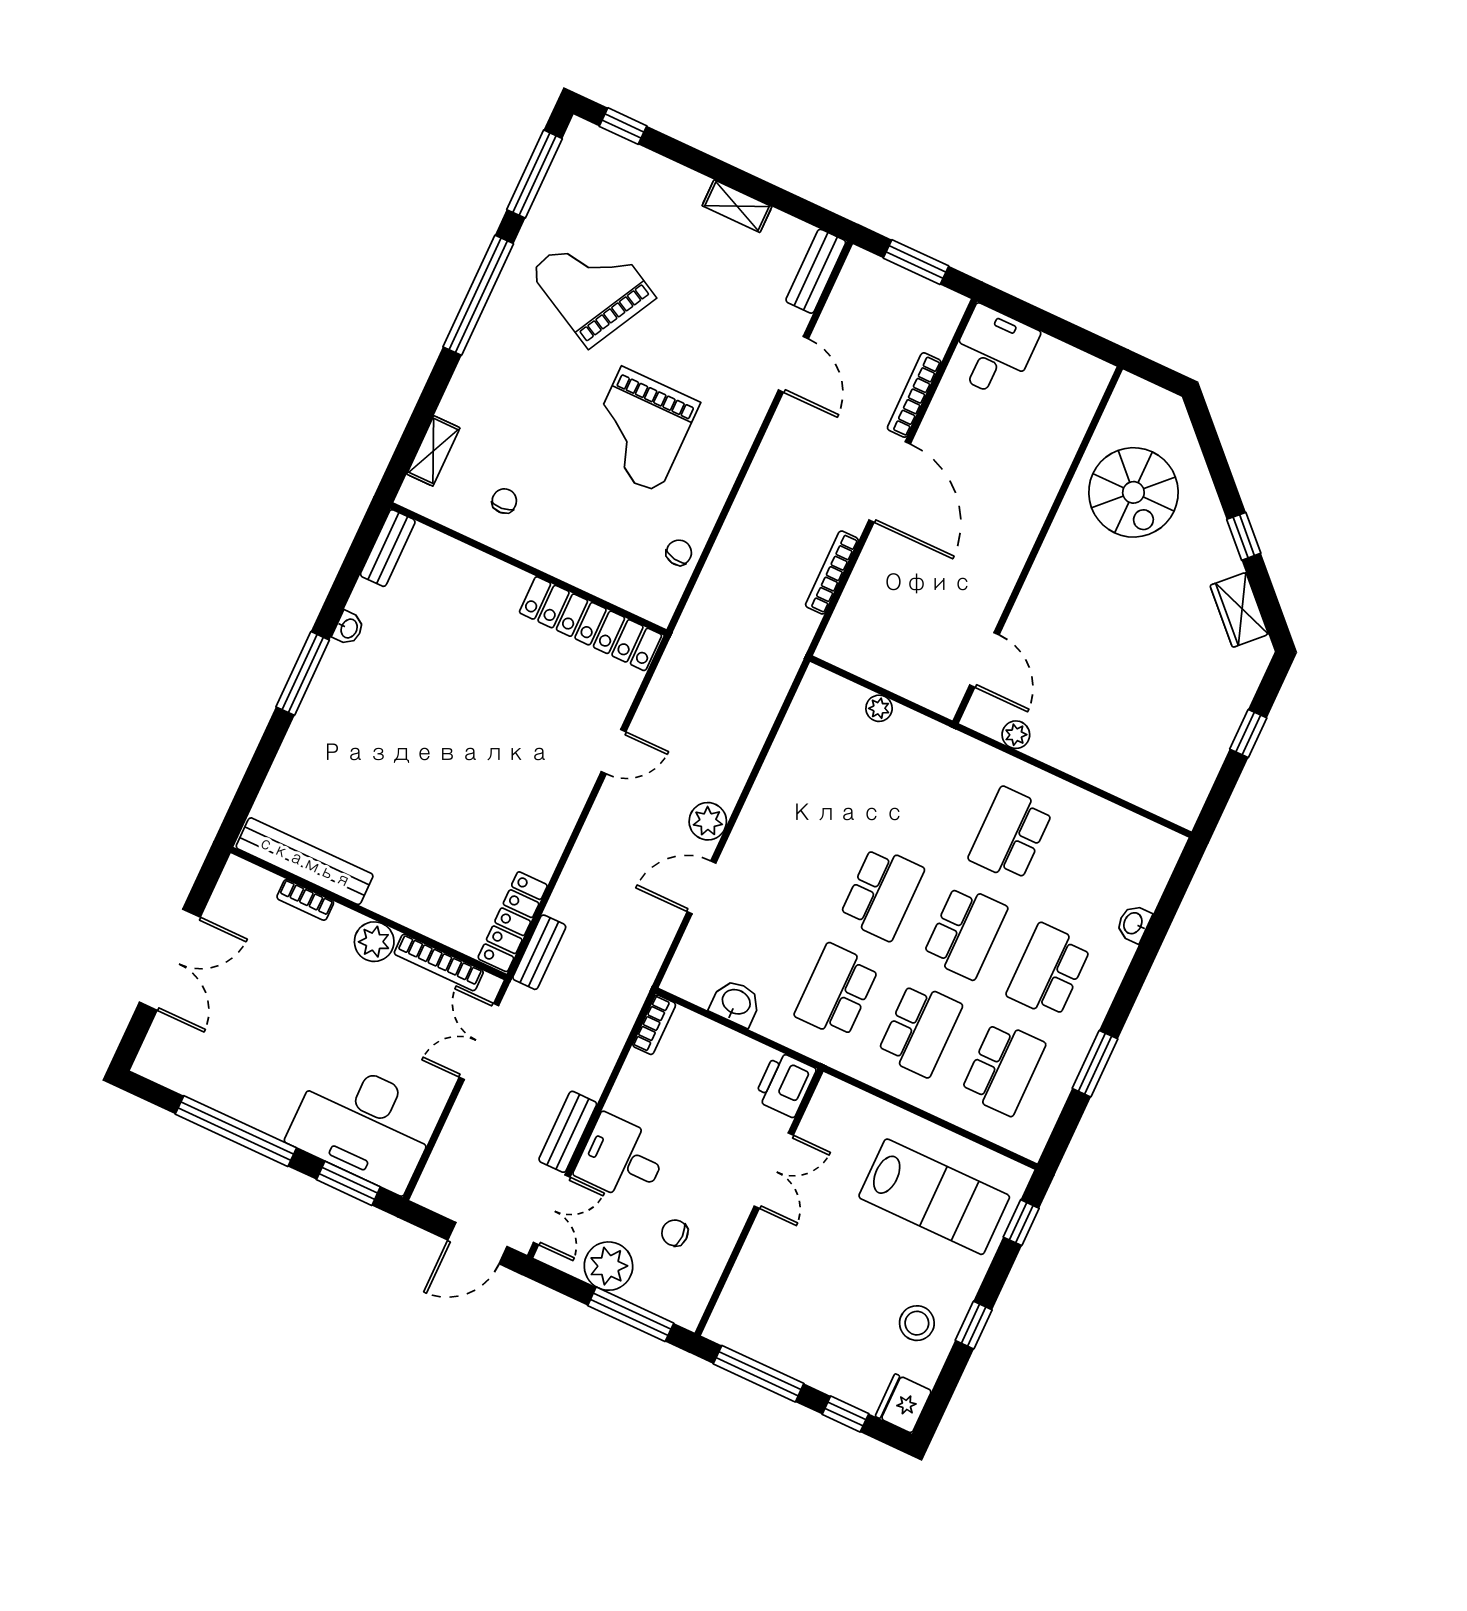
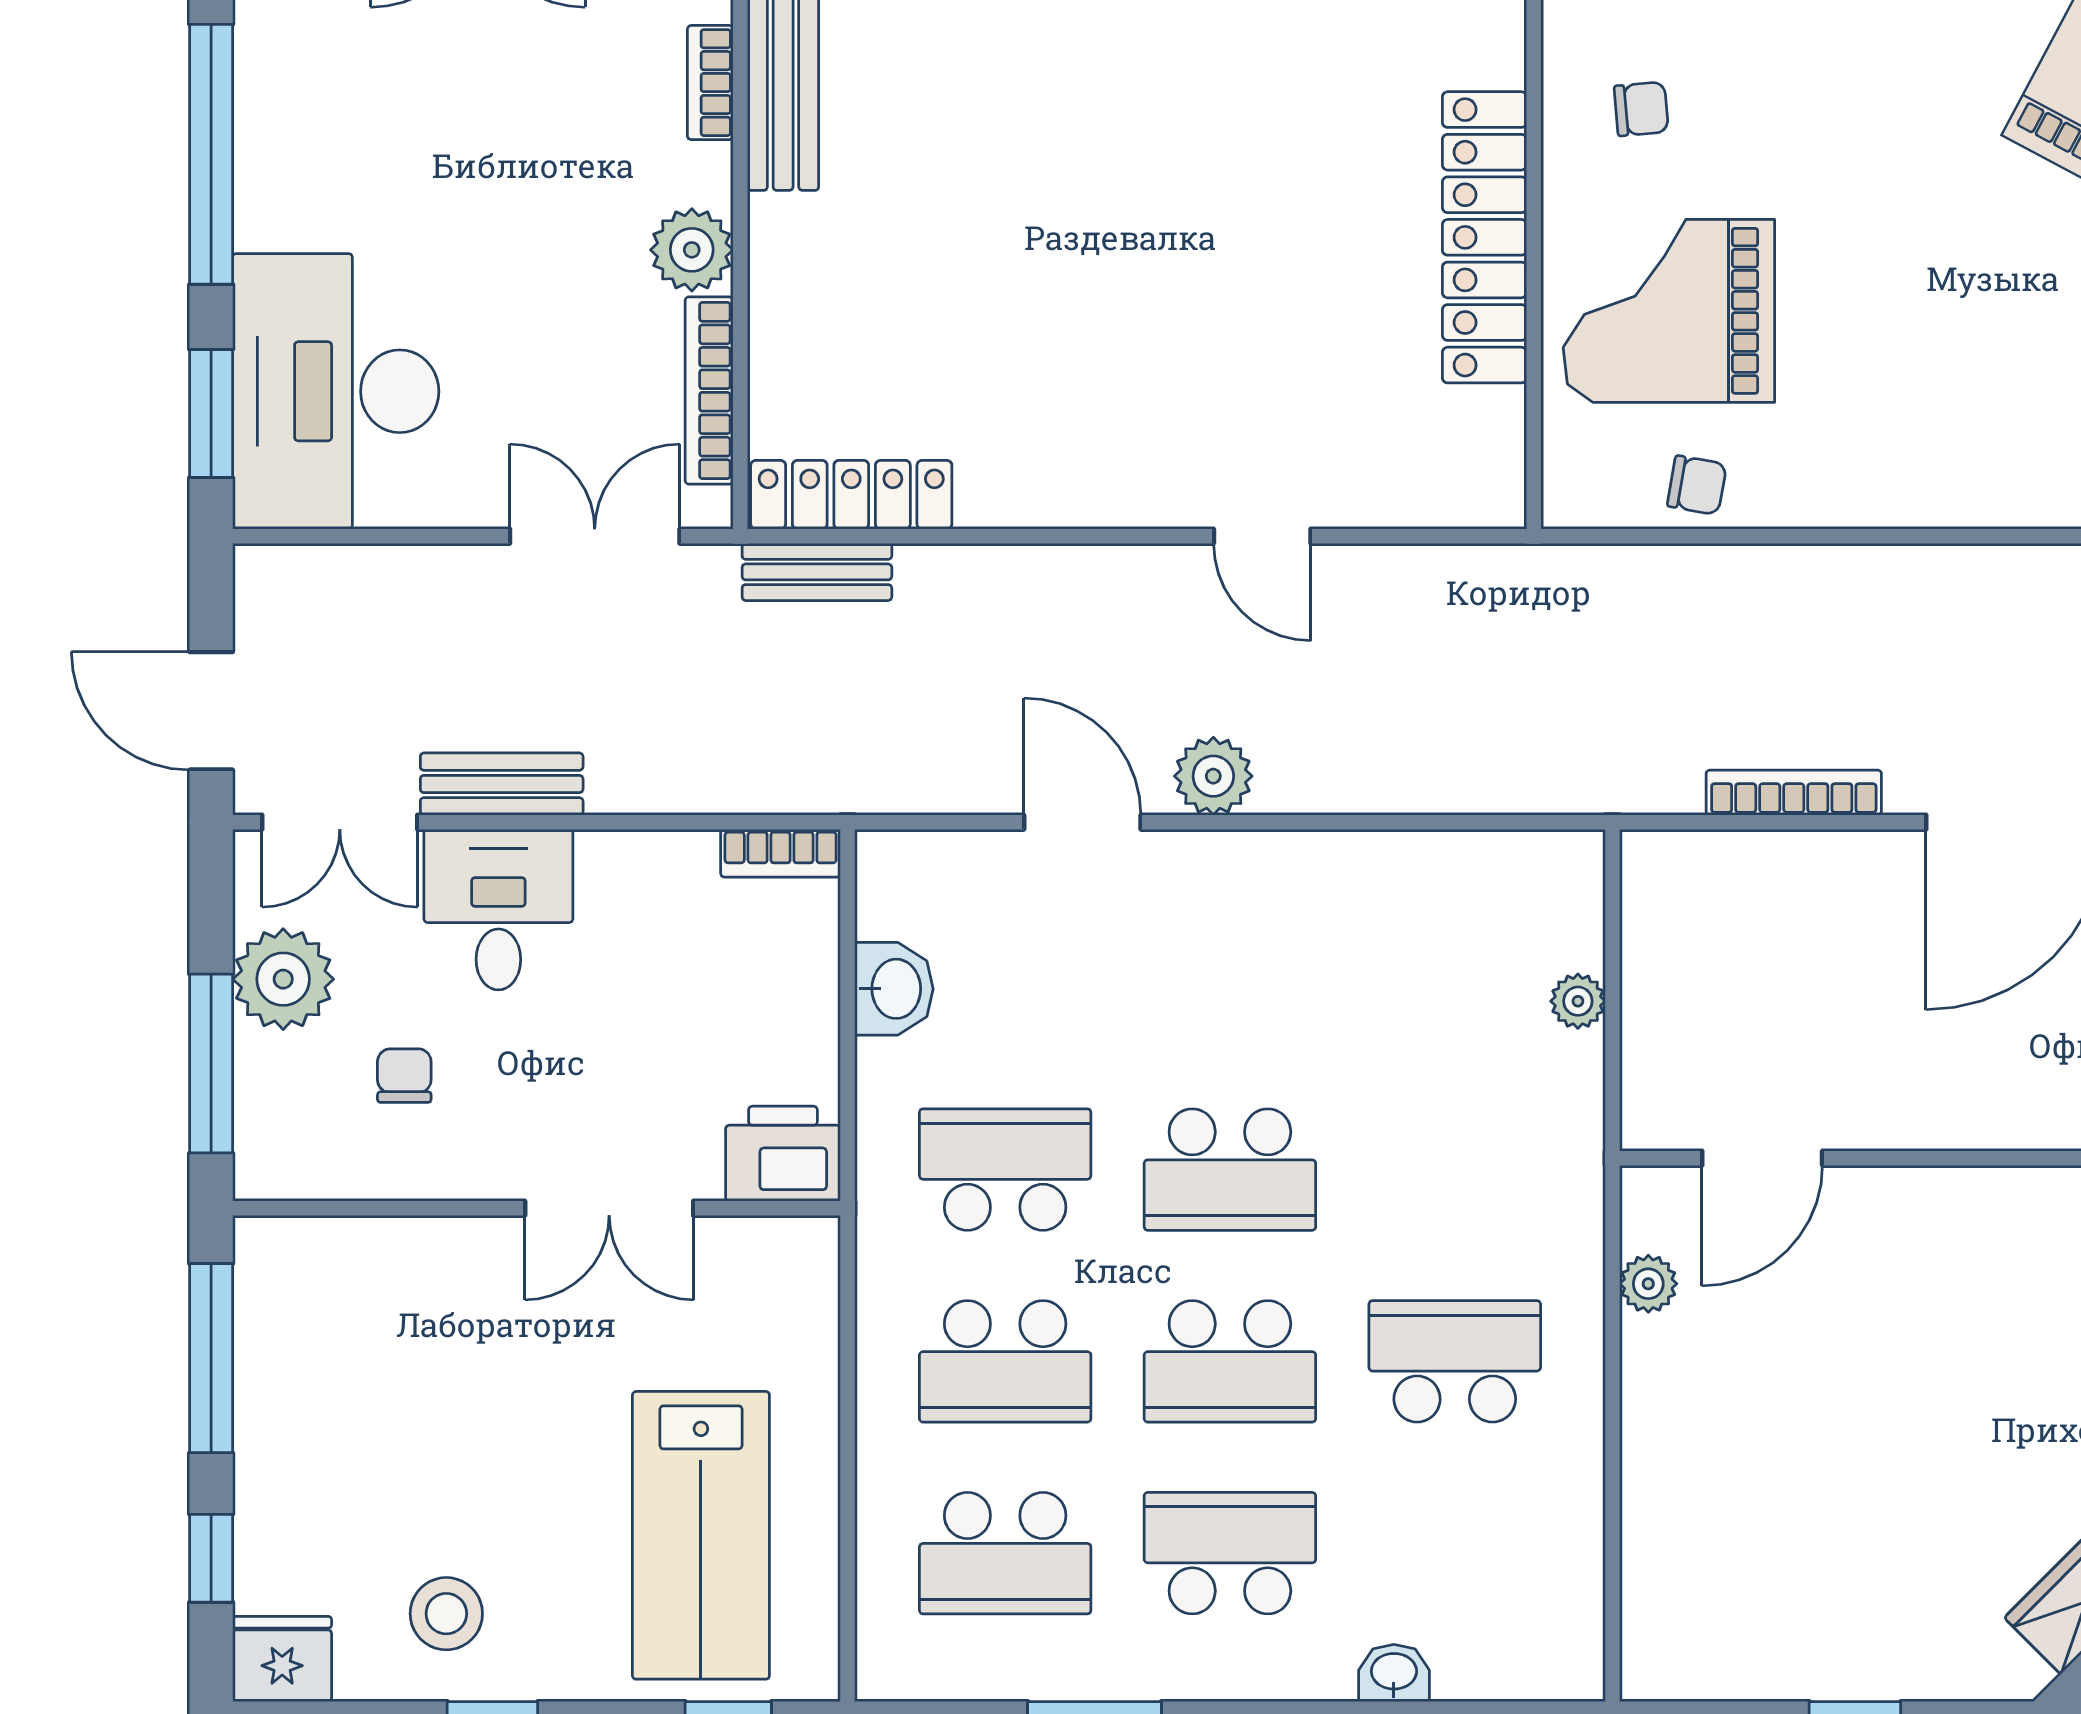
grand piano: (640, 430) -> (1669, 311), moved
locker: (590, 624) -> (1484, 237), moved

